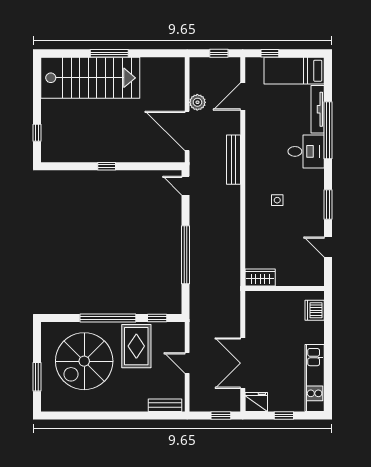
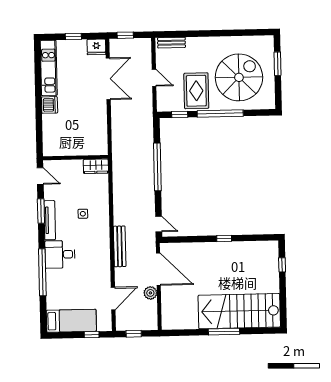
tv unit: (318, 109) -> (50, 220), moved
wardrobe: (260, 277) -> (96, 166), moved
wall: (285, 289) -> (75, 158), moved
dishwasher: (315, 310) -> (50, 105), moved

